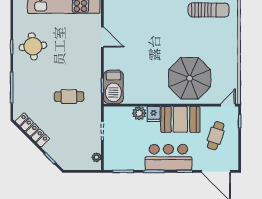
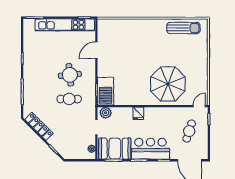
door: (102, 37) -> (96, 50), swing flipped
round table: (33, 46) -> (70, 75), moved
plant: (139, 113) -> (106, 113), moved
booth: (180, 119) -> (115, 149), moved

